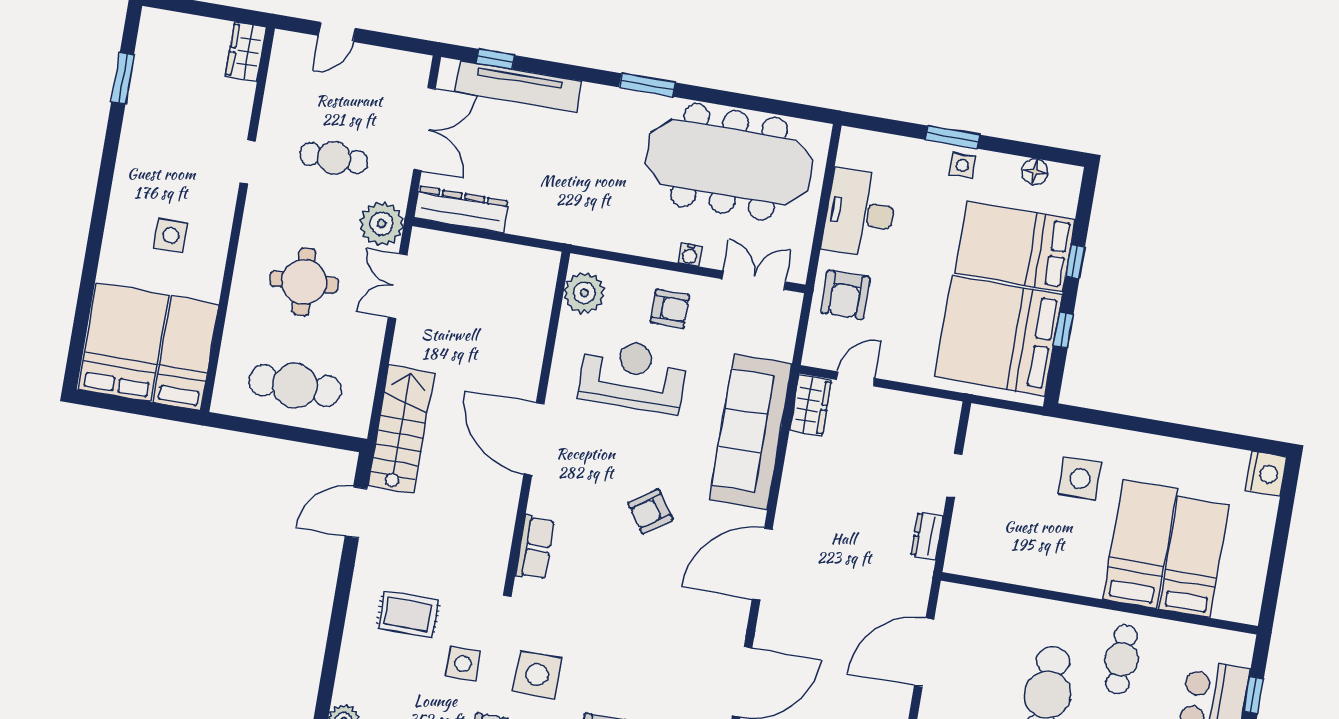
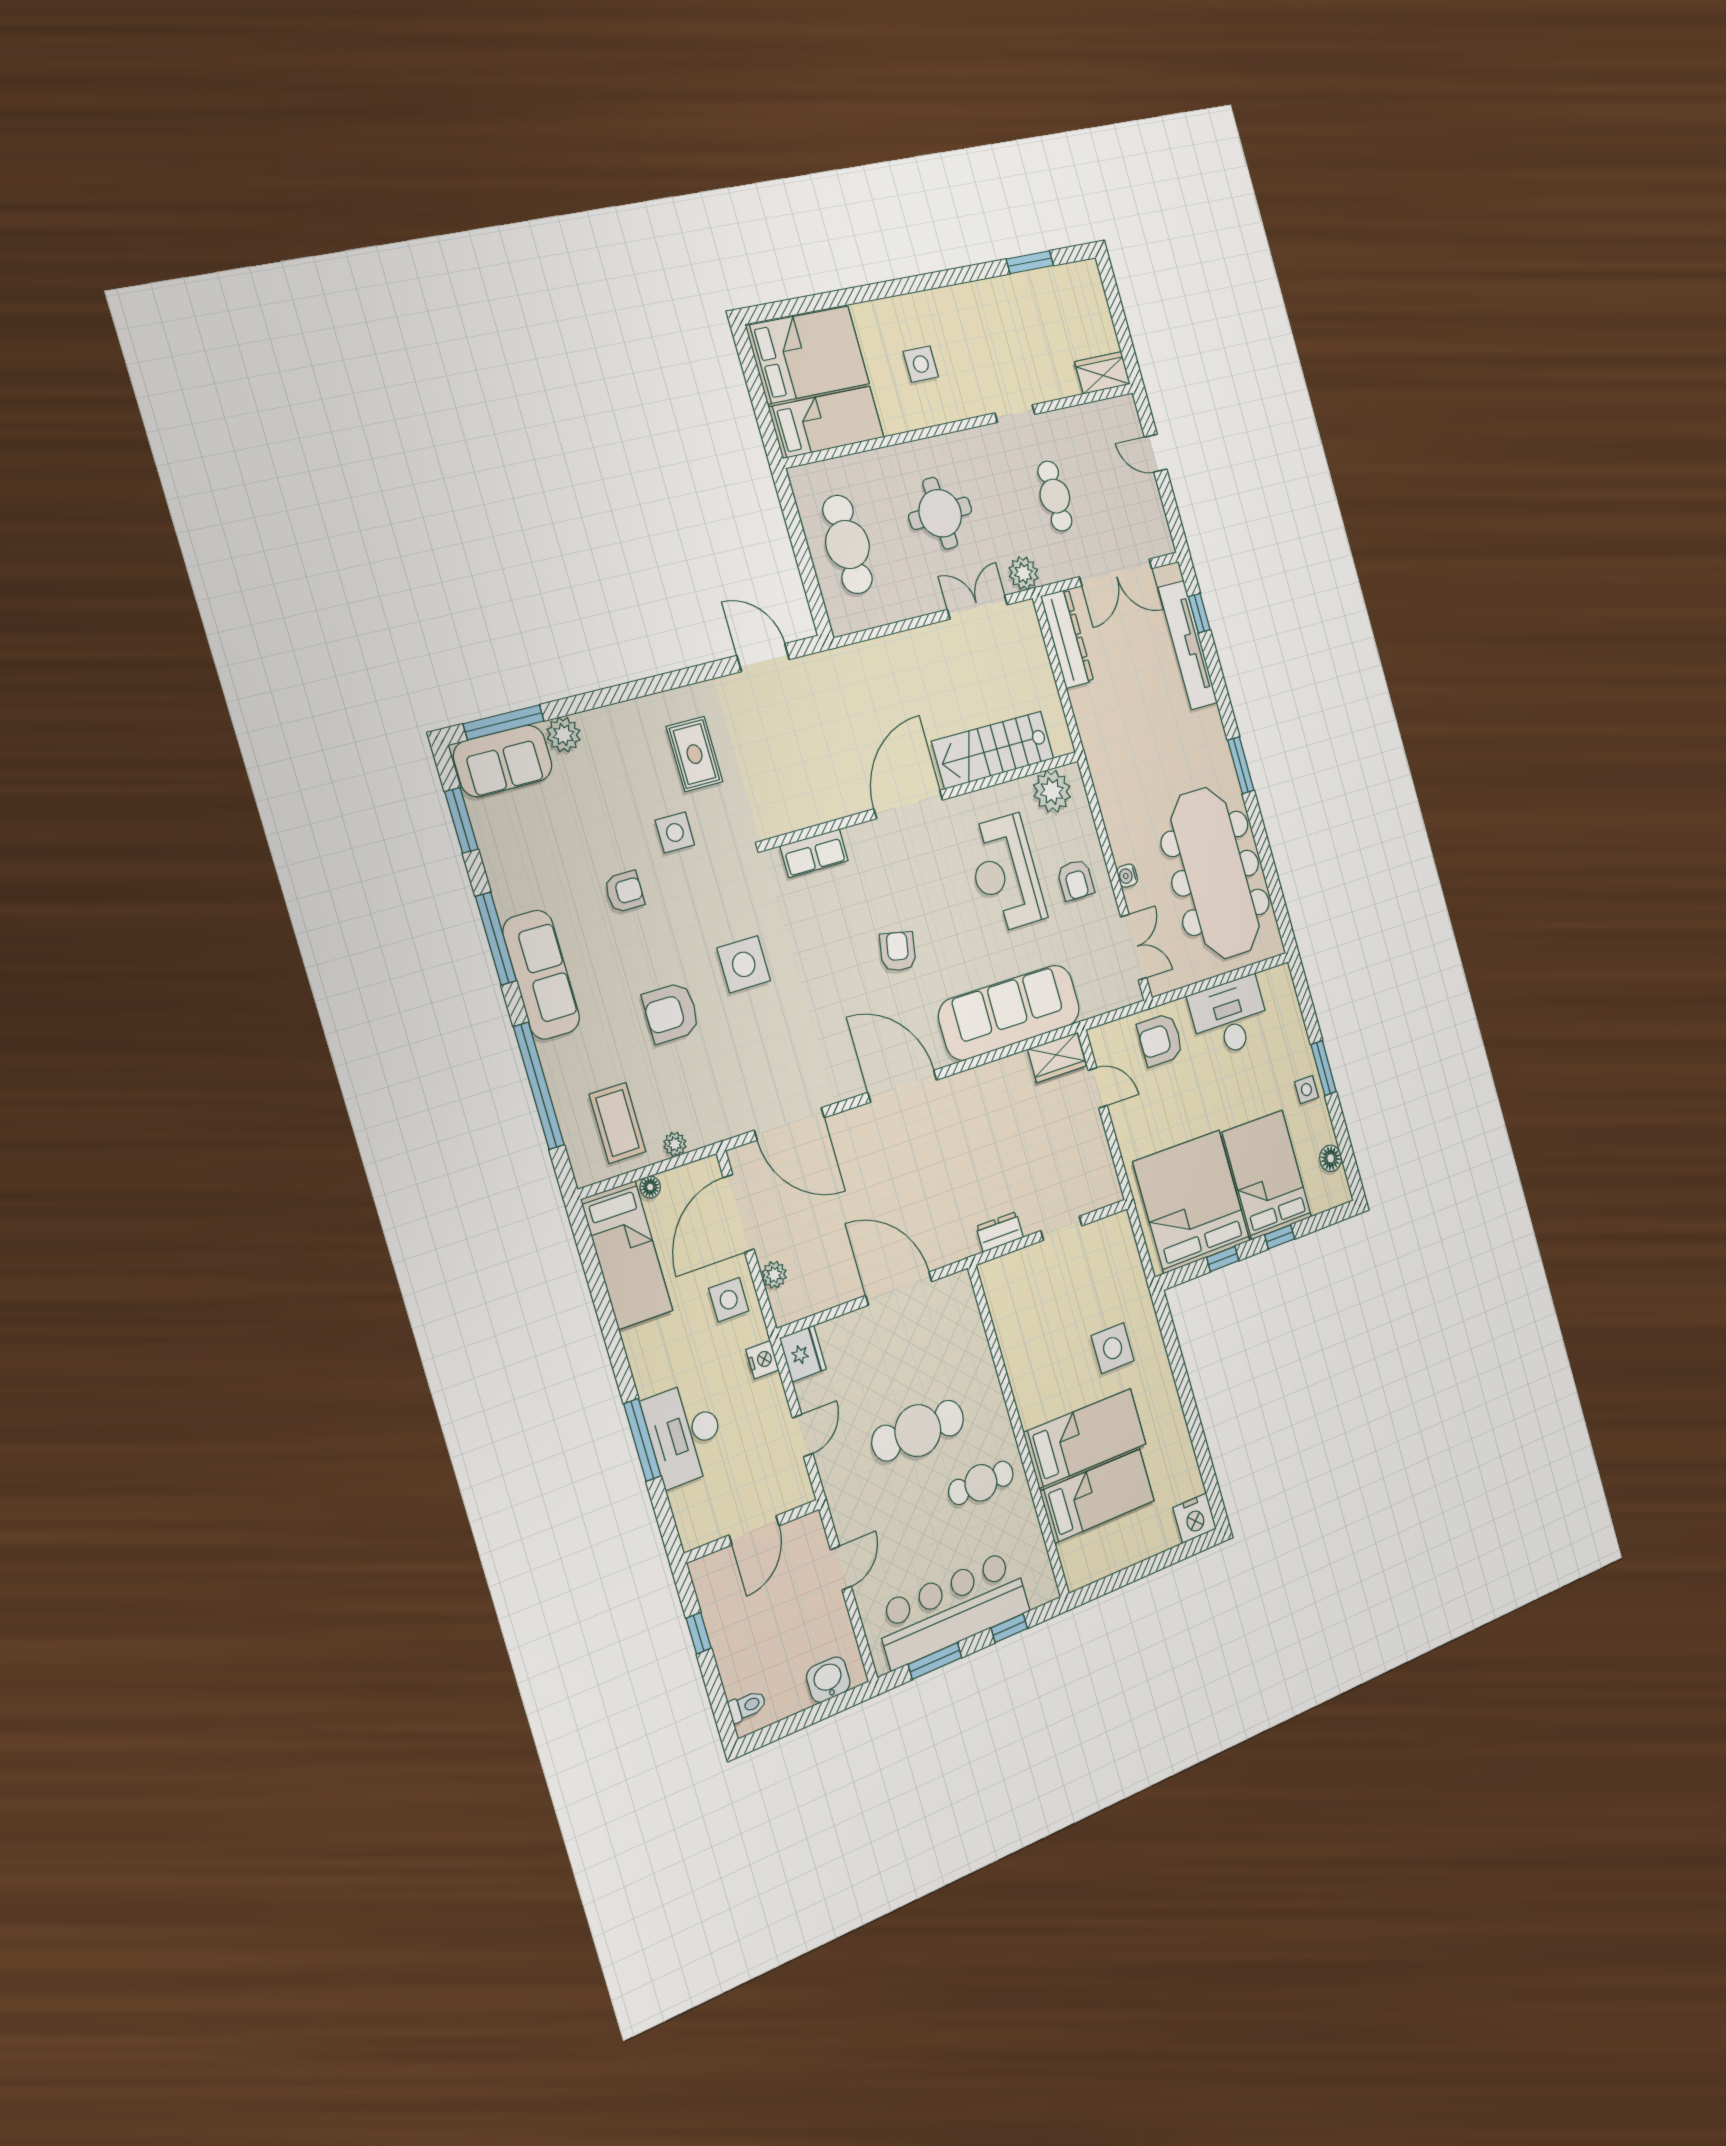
plant: (382, 224) -> (1023, 573), width x0.73, depth x0.73
reception desk: (633, 375) -> (1005, 873), turned 180
stairs: (401, 429) -> (993, 750), moved, turned 180
armchair: (650, 511) -> (898, 951), turned 46
side table: (537, 675) -> (744, 964), moved

